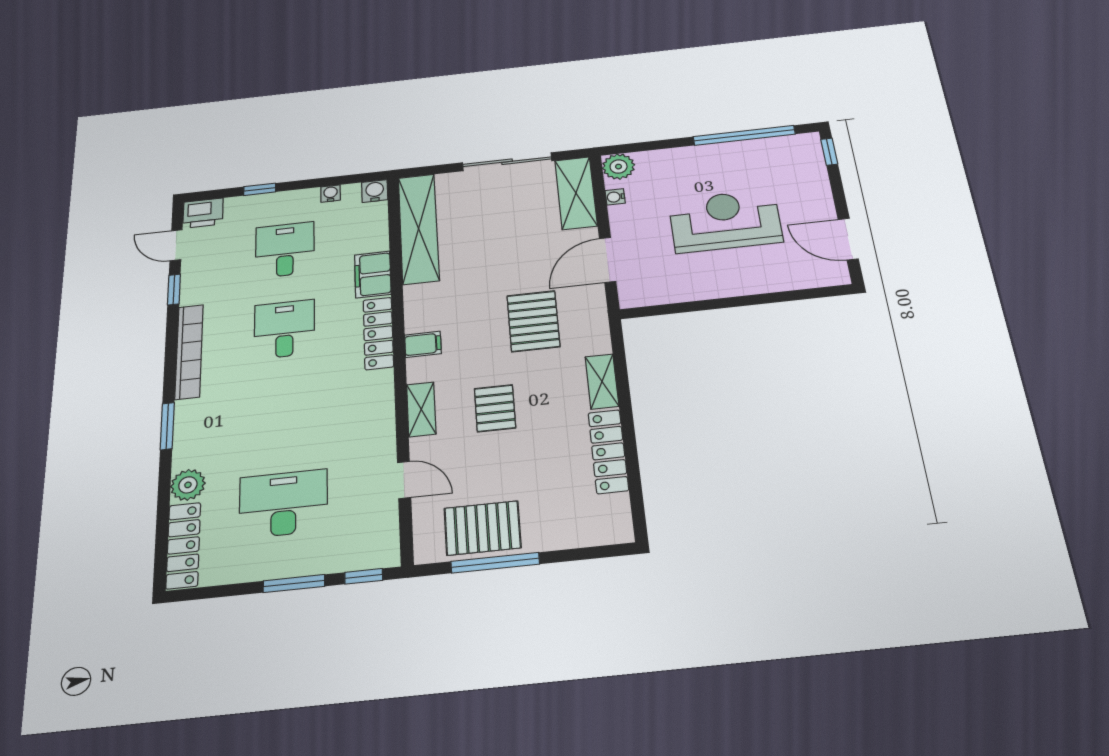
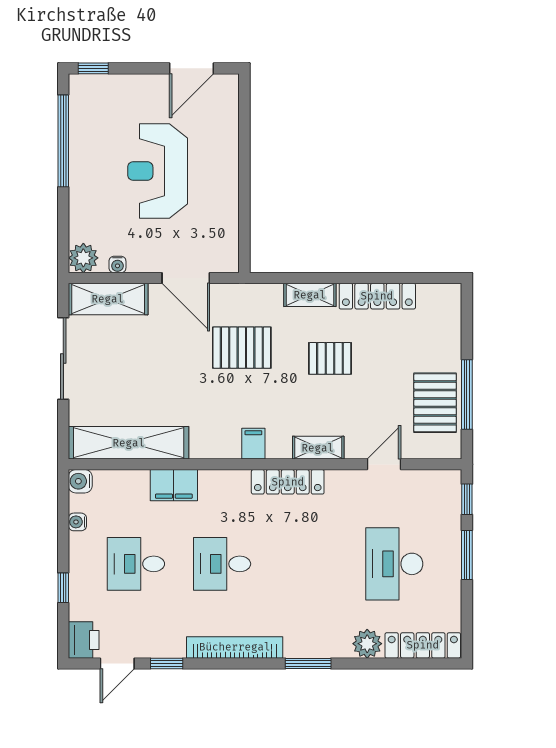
locker: (378, 333) -> (288, 482), moved
pallet: (495, 408) -> (330, 358), moved

